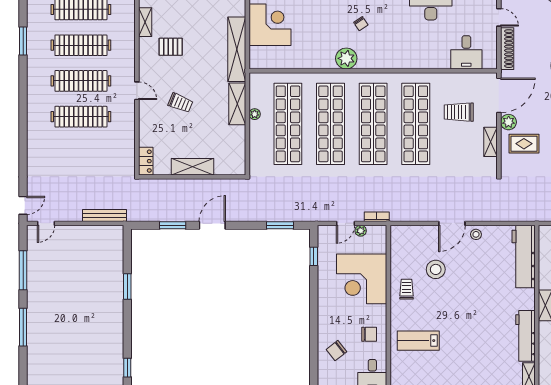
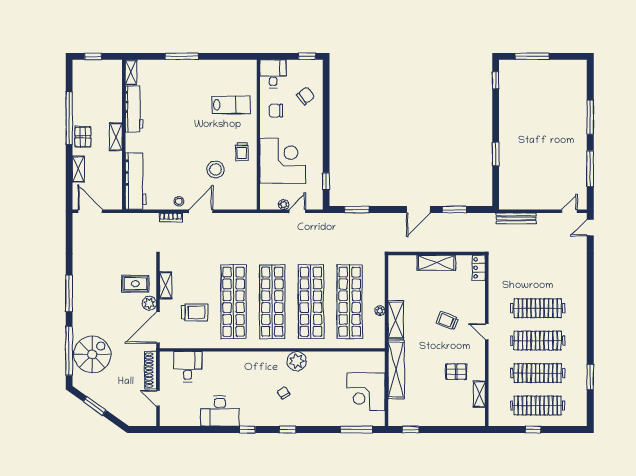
bookcase: (377, 217) -> (171, 217), moved

